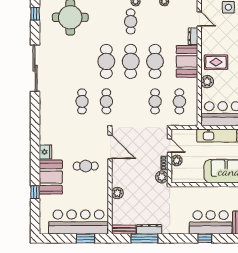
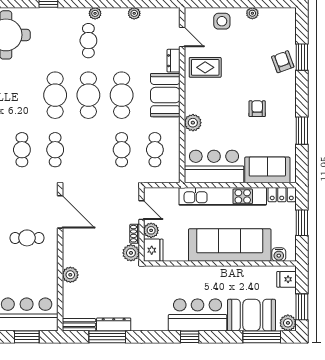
rug: (216, 62) -> (205, 67), moved
fridge: (178, 175) -> (153, 250), added

